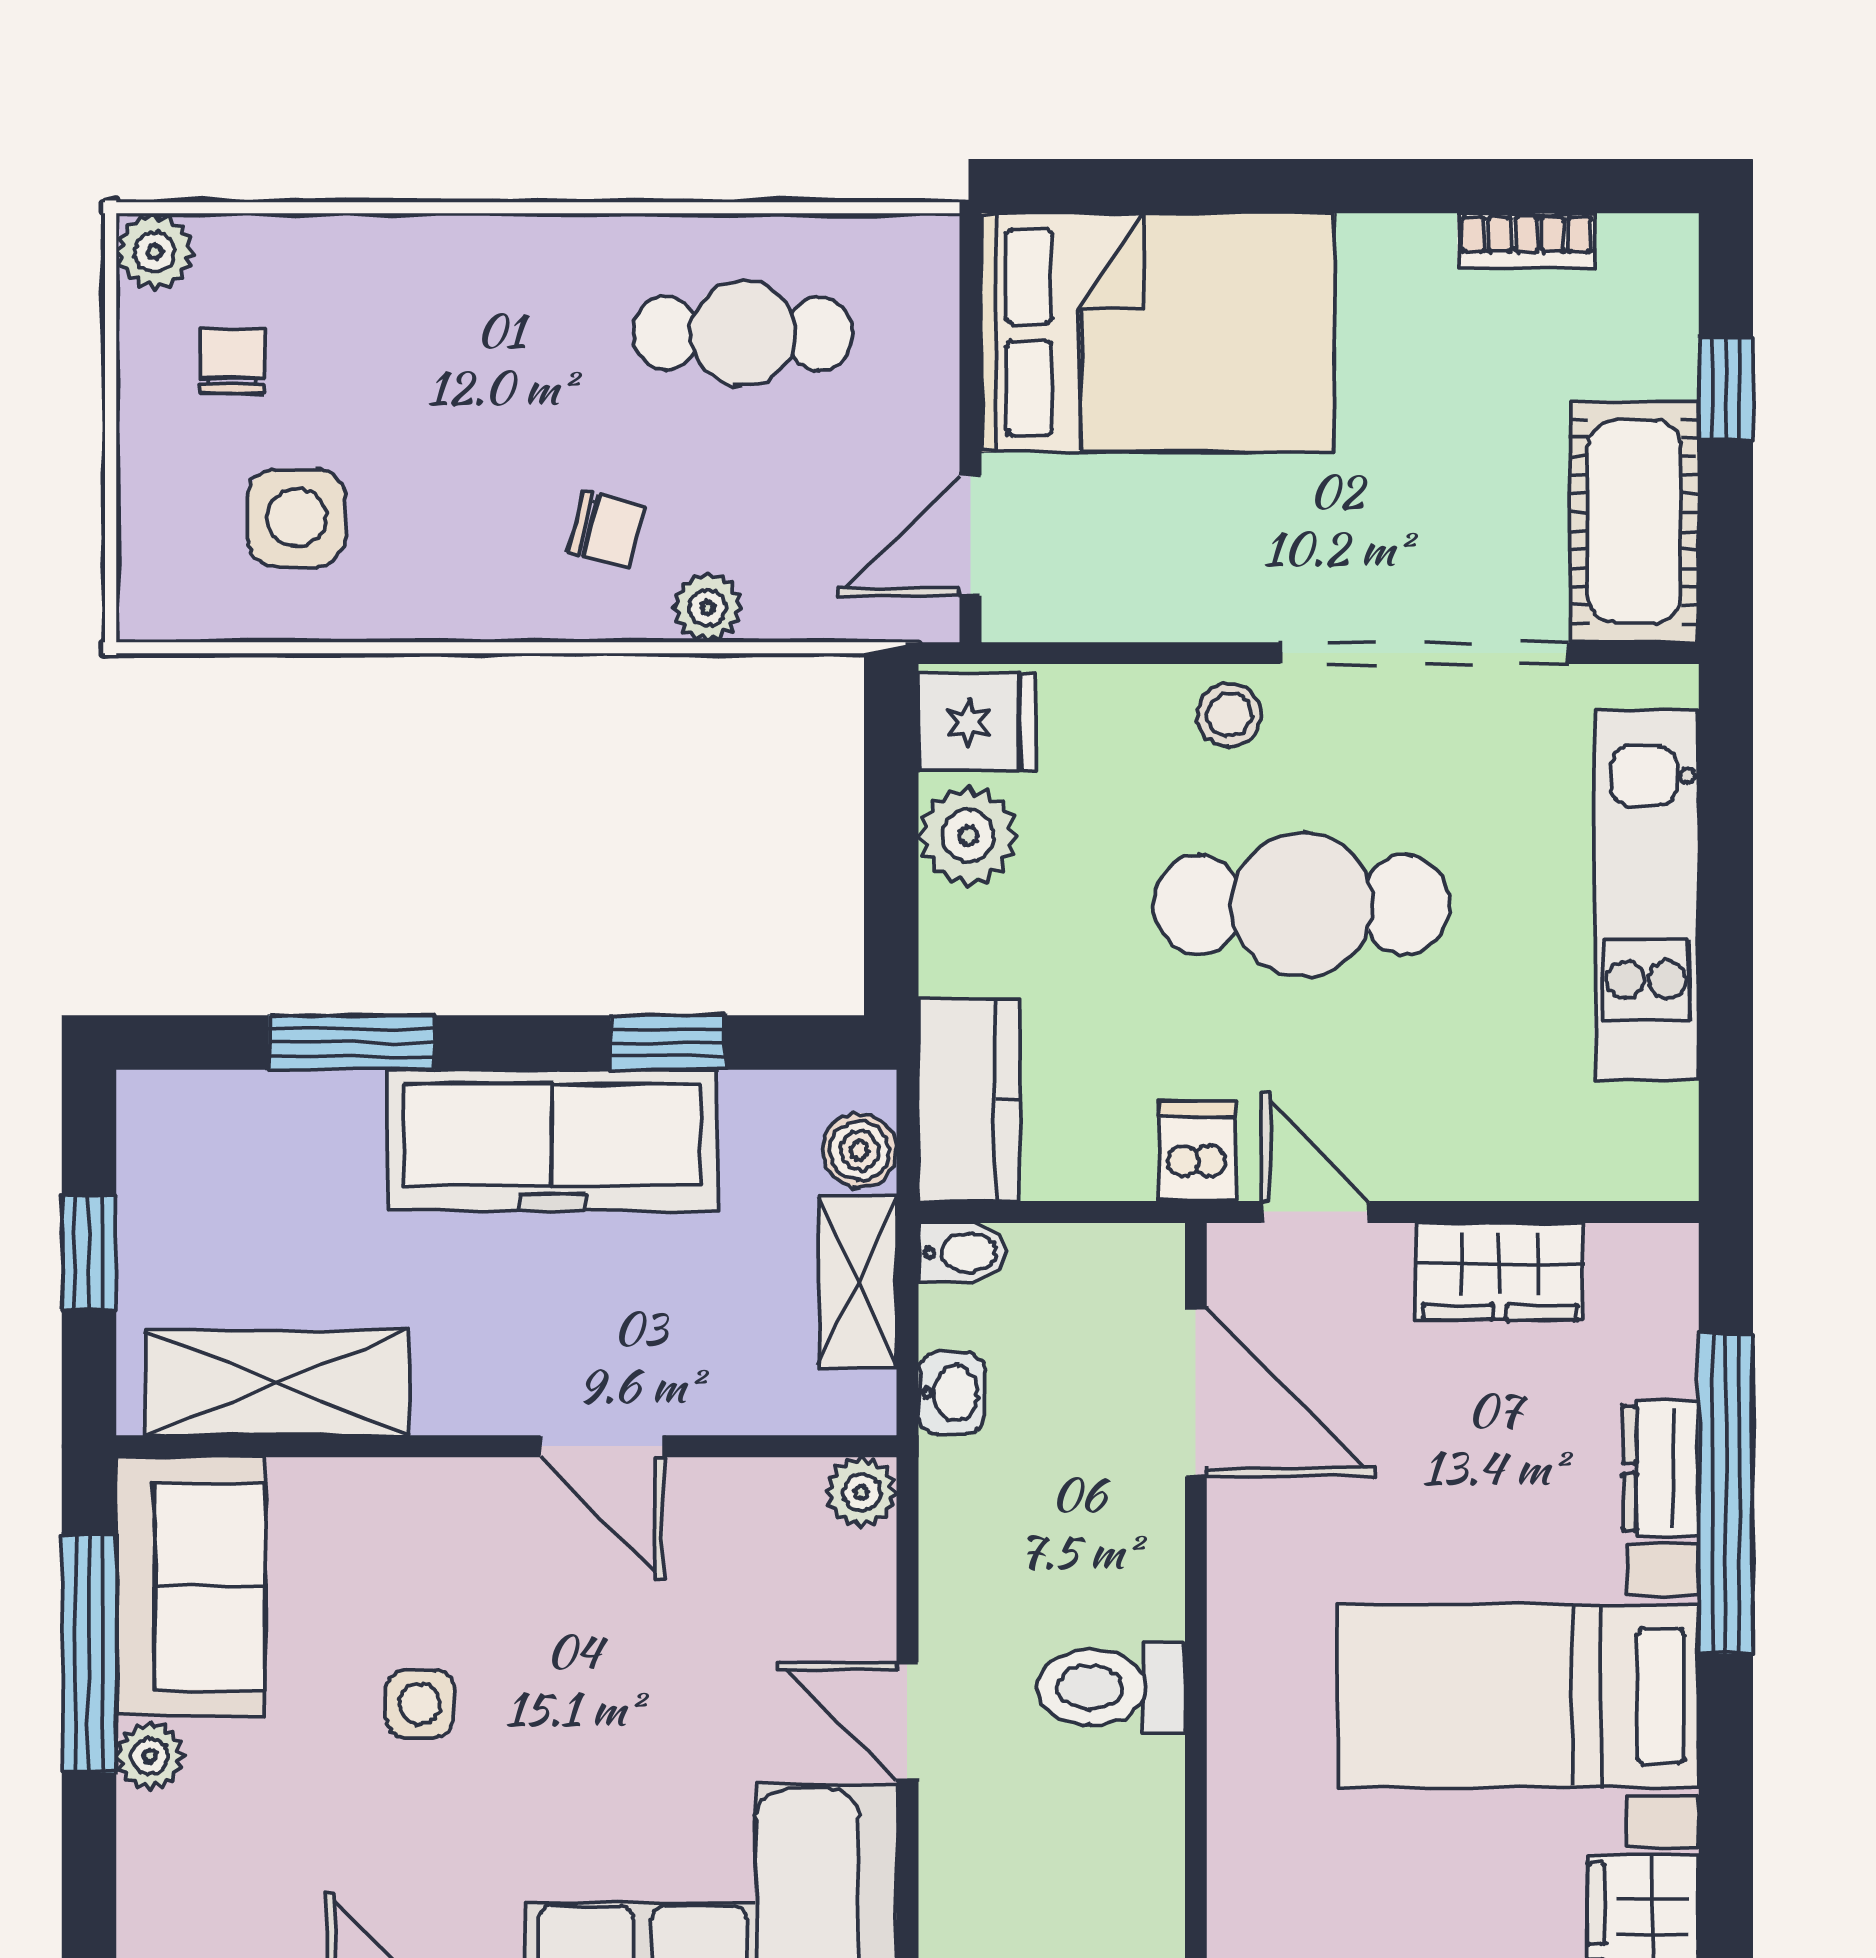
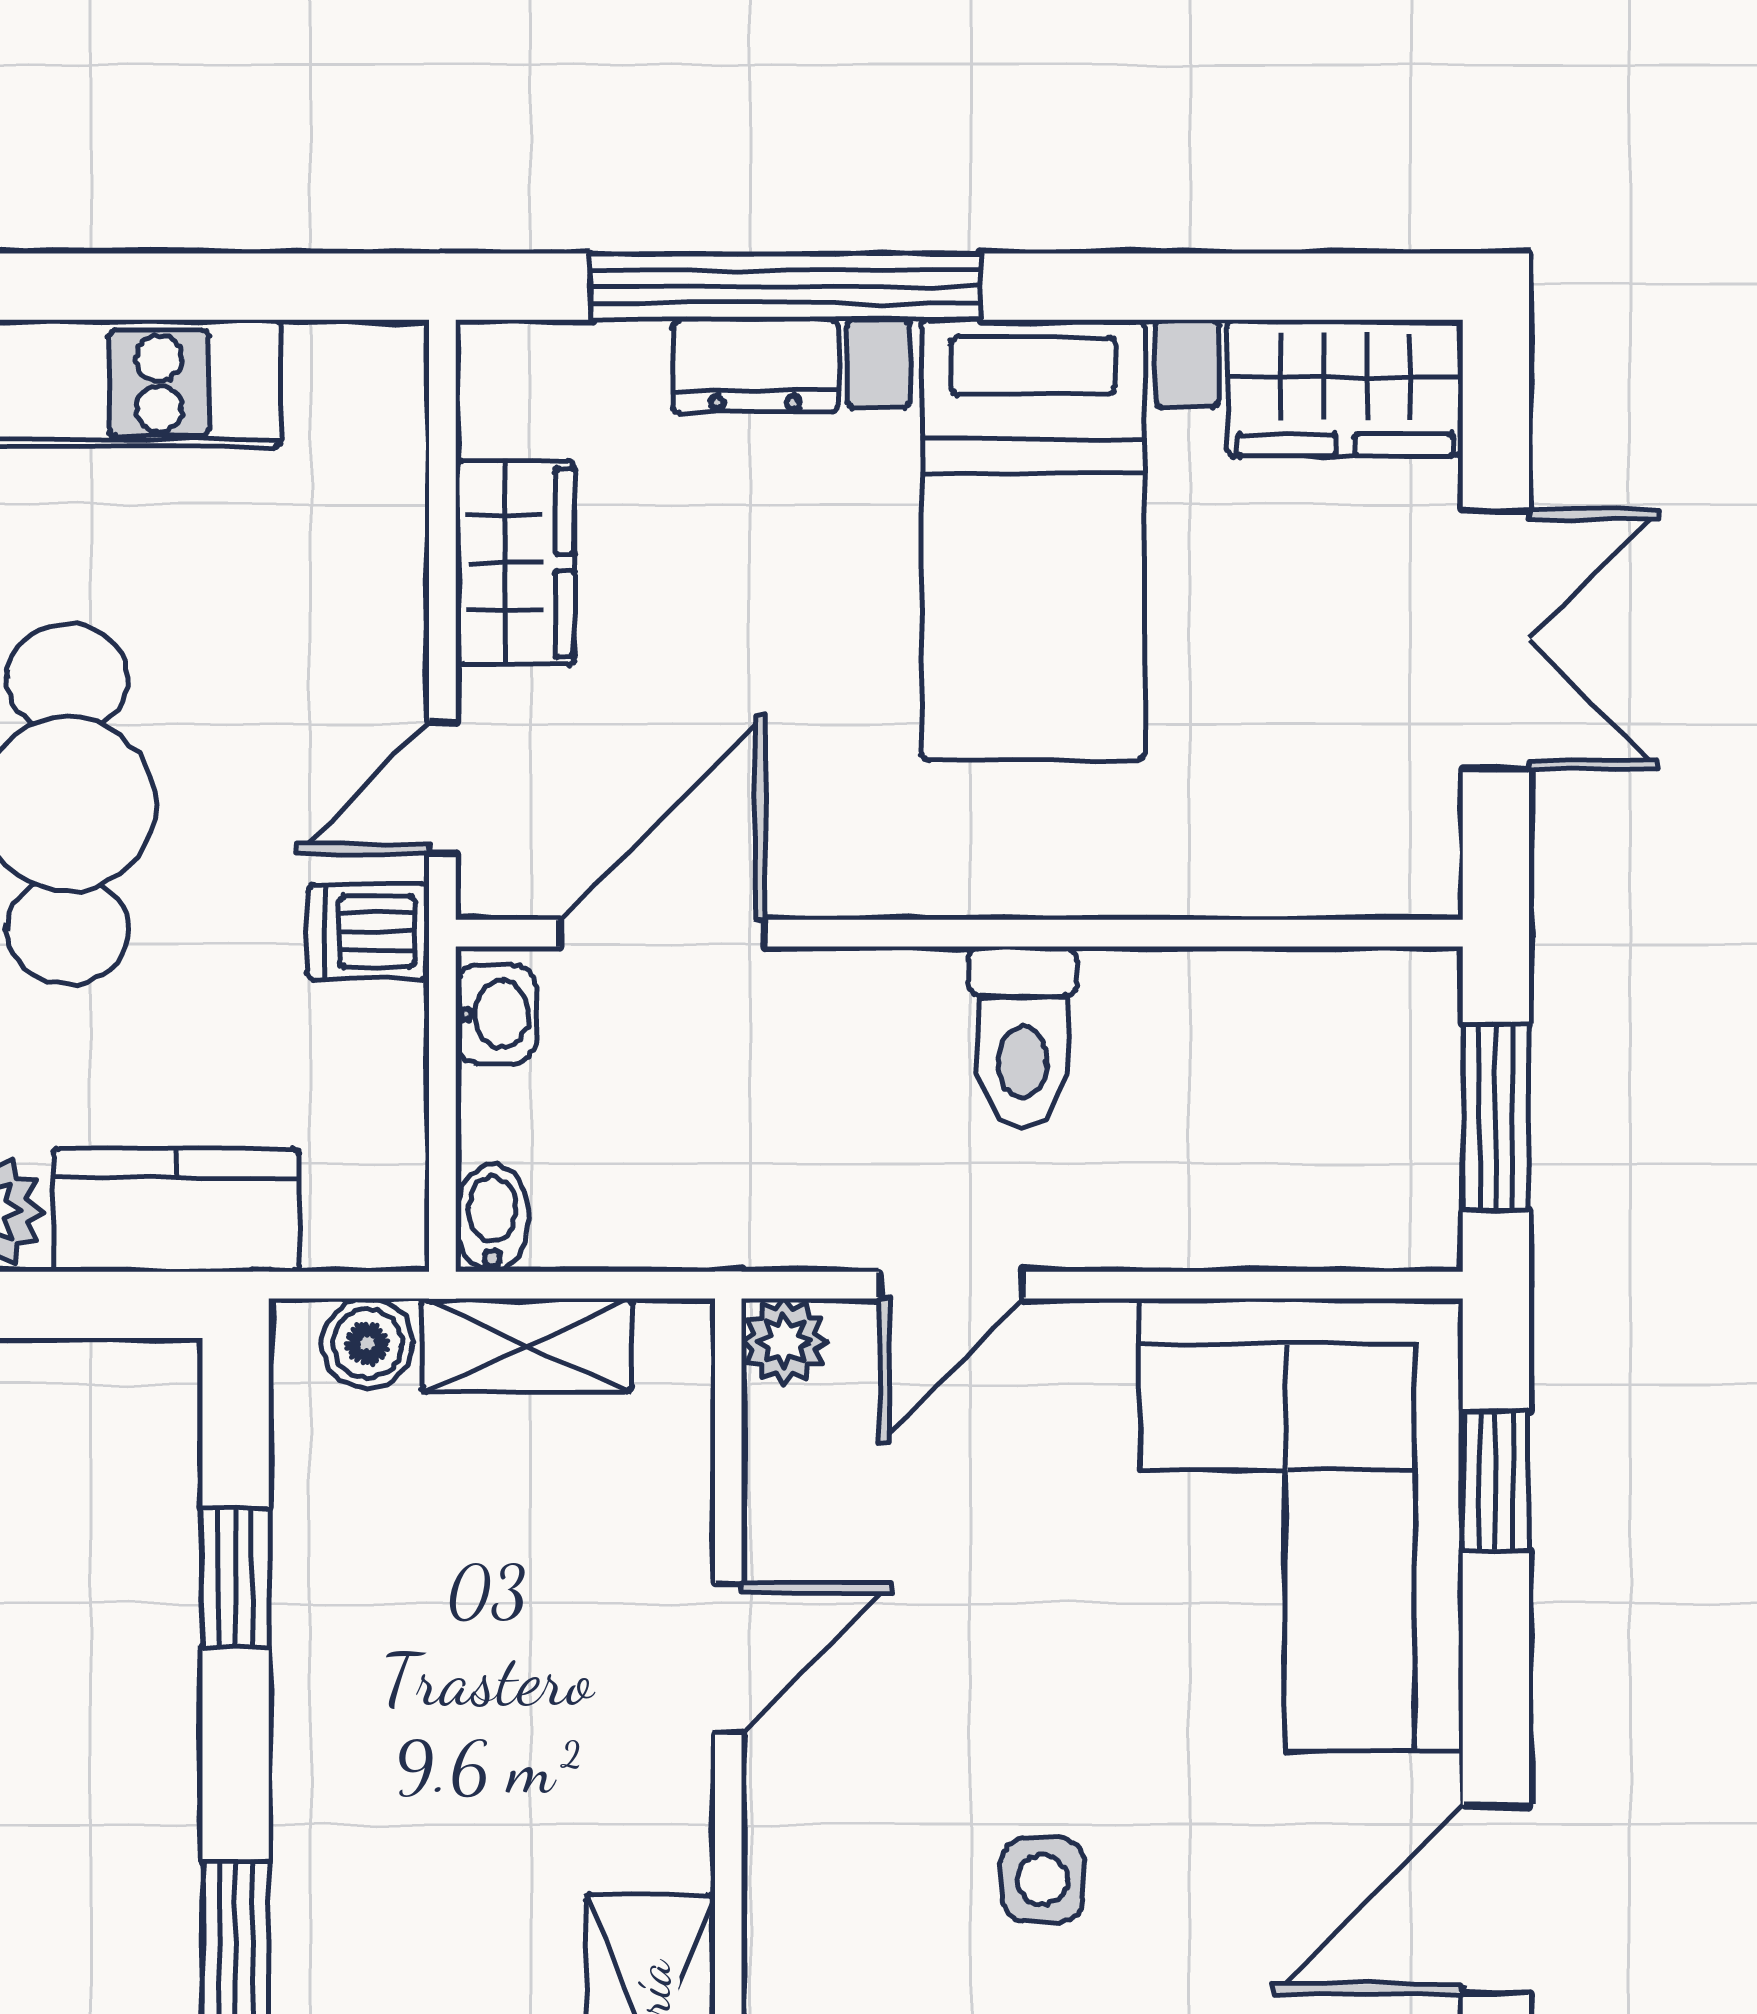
kitchen counter: (969, 1100) -> (176, 1210), moved
freezer: (552, 1140) -> (355, 1719), removed
washbasin: (951, 1393) -> (496, 1014), moved, turned 90
door: (907, 1721) -> (951, 1285), moved

